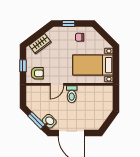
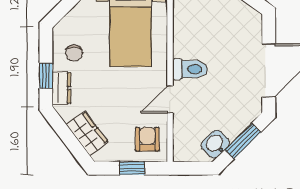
dresser: (62, 31) -> (62, 88), added
door: (57, 84) -> (170, 99), swing flipped
washbasin: (49, 121) -> (215, 144), moved

